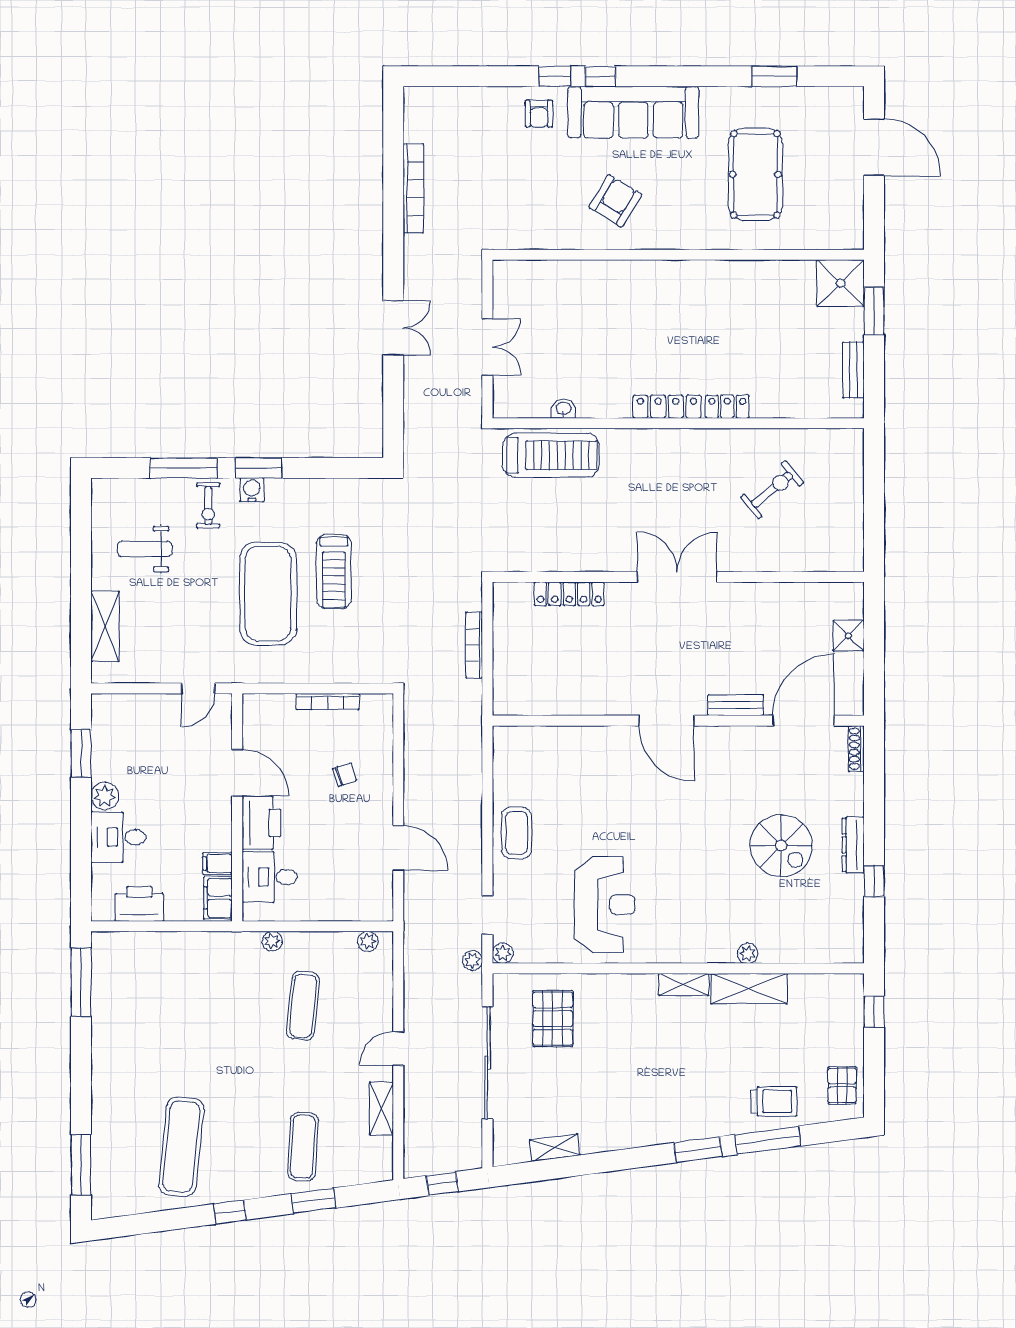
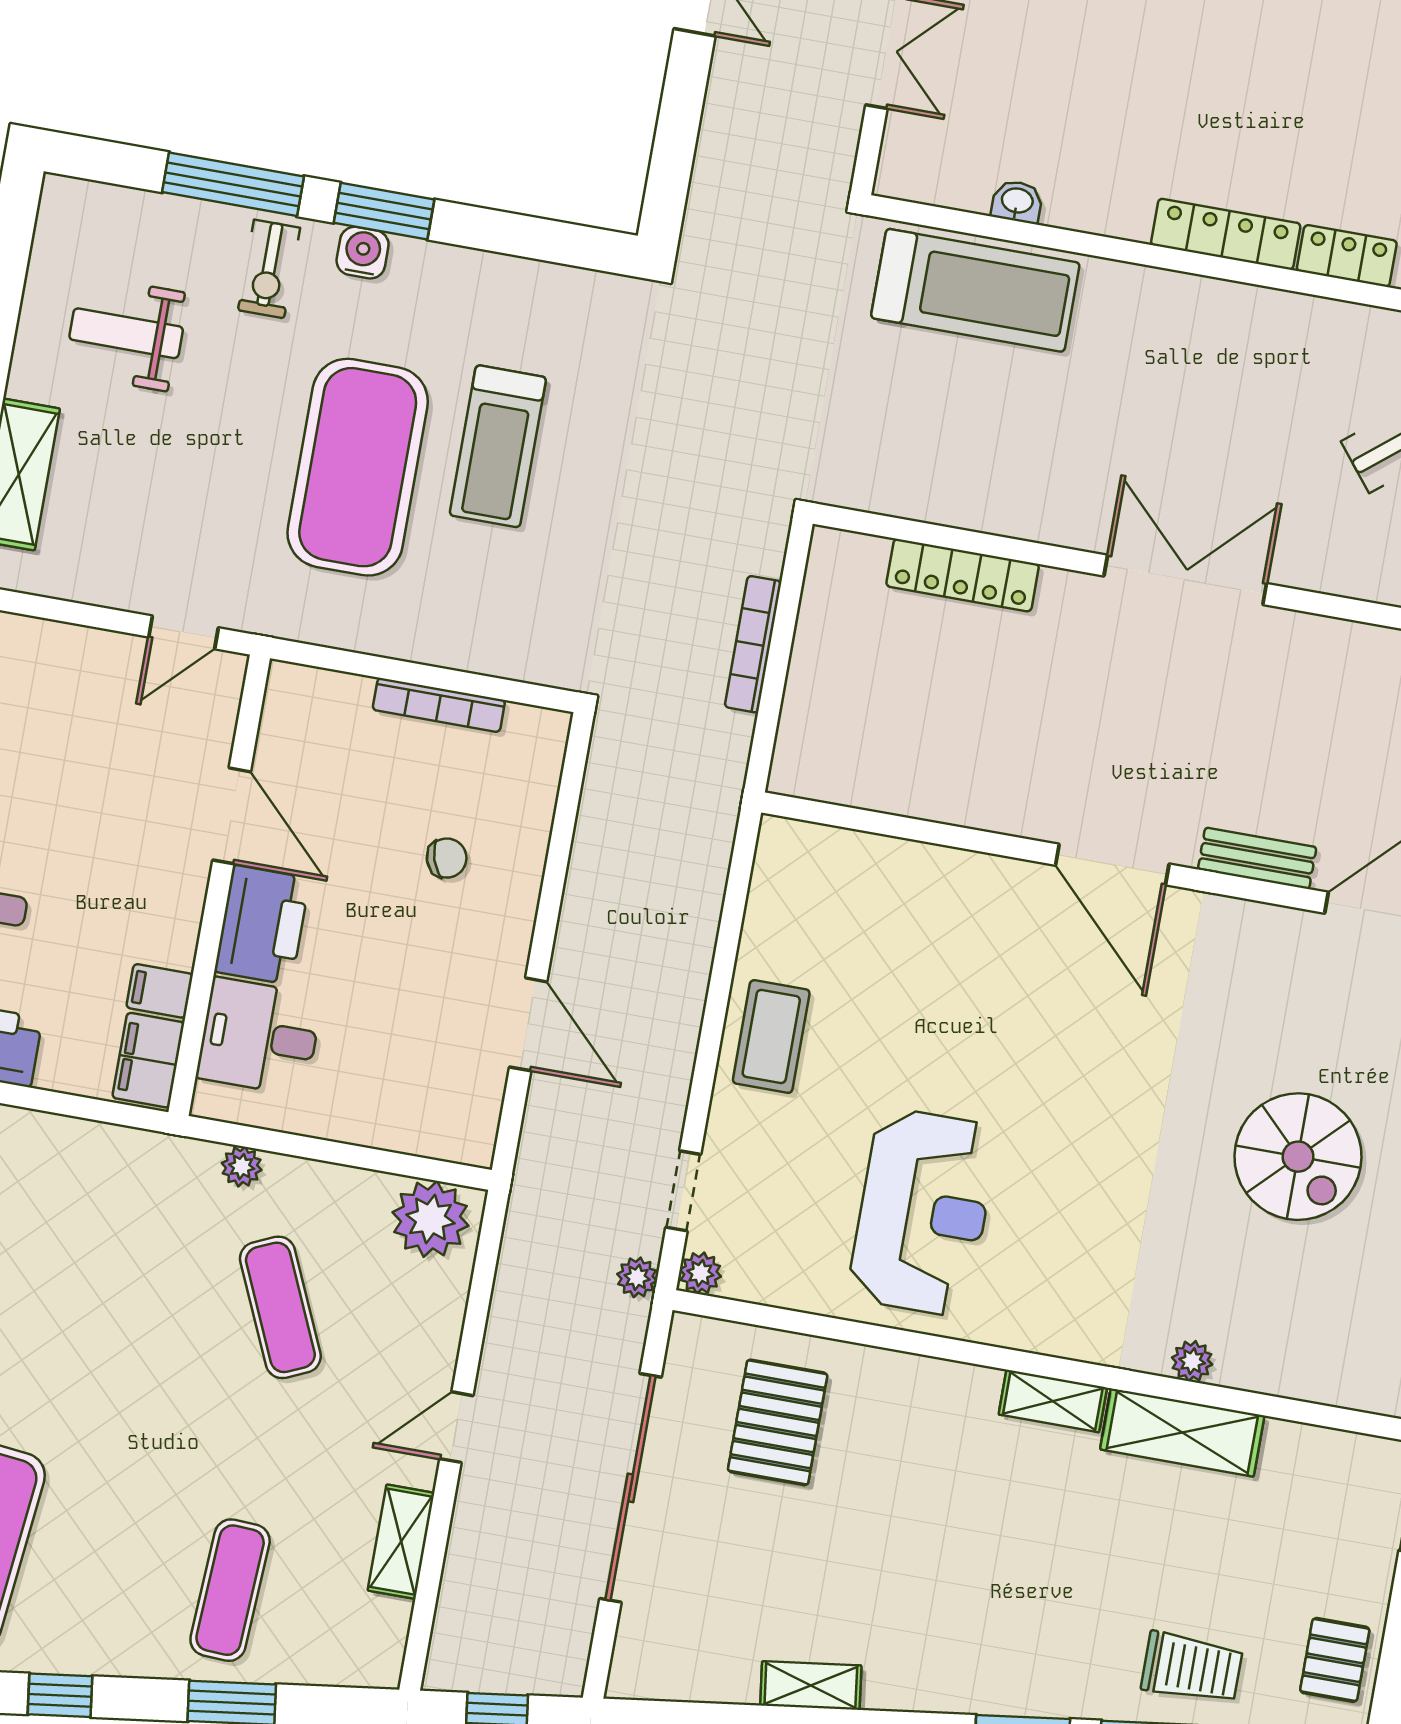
plant: (368, 941) -> (430, 1219), width x1.88, depth x1.88
exercise mat: (303, 1006) -> (280, 1307), turned -30
shelving: (555, 1148) -> (811, 1685), moved

